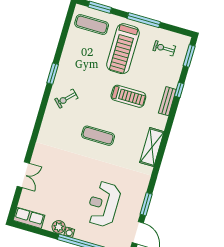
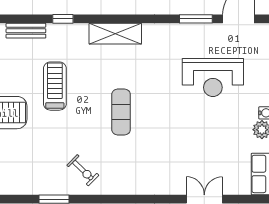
window: (179, 90) -> (63, 19), moved
bench: (167, 101) -> (26, 31), moved

